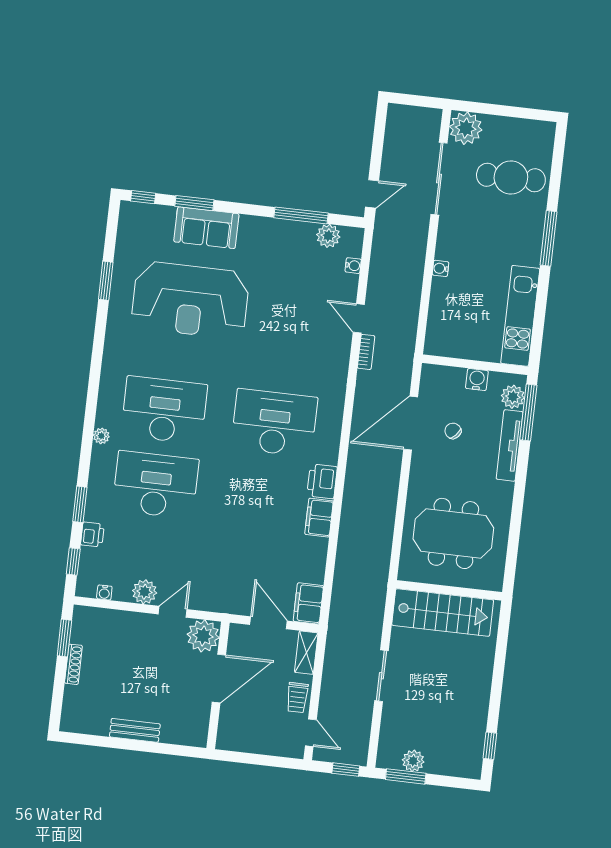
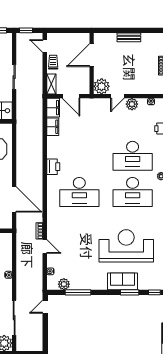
door: (411, 423) -> (14, 199), hinge flipped
filing cabinet: (319, 518) -> (53, 127), moved
door: (219, 679) -> (92, 55), moved

